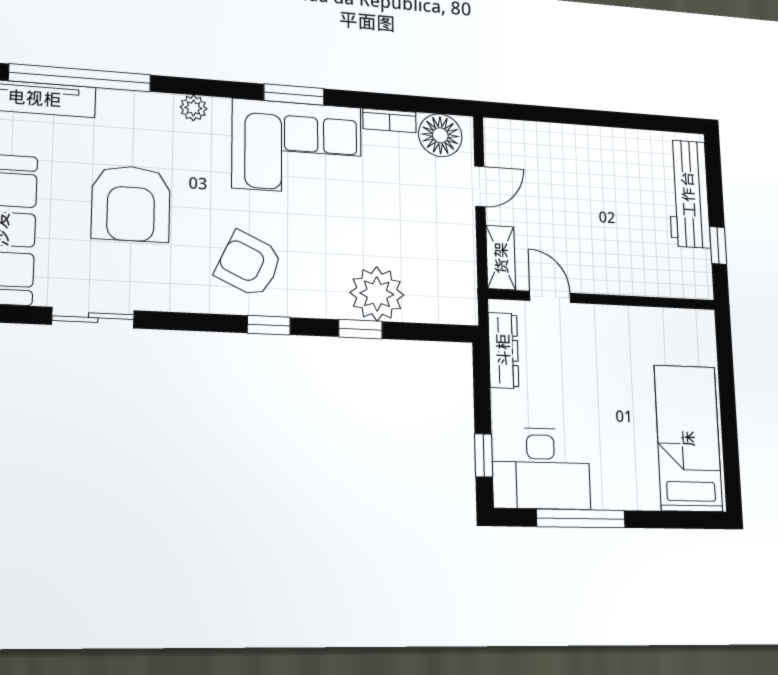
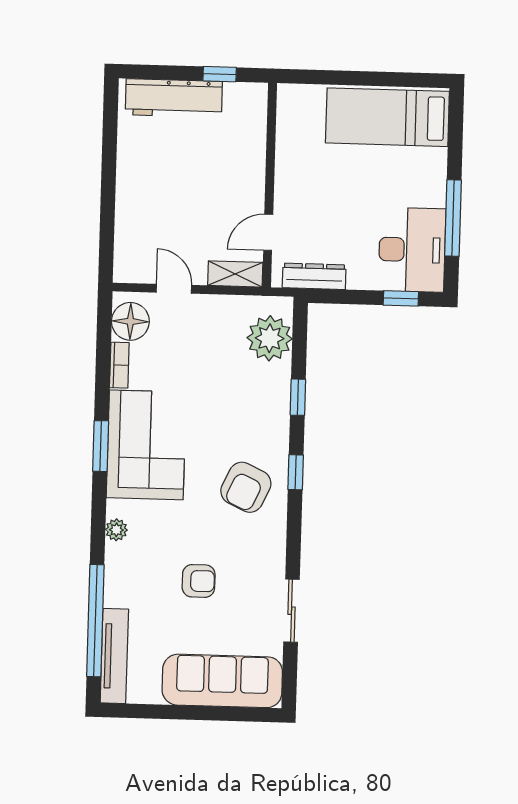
armchair: (131, 204) -> (199, 581), width x0.53, depth x0.53
plant: (377, 294) -> (270, 338), moved

